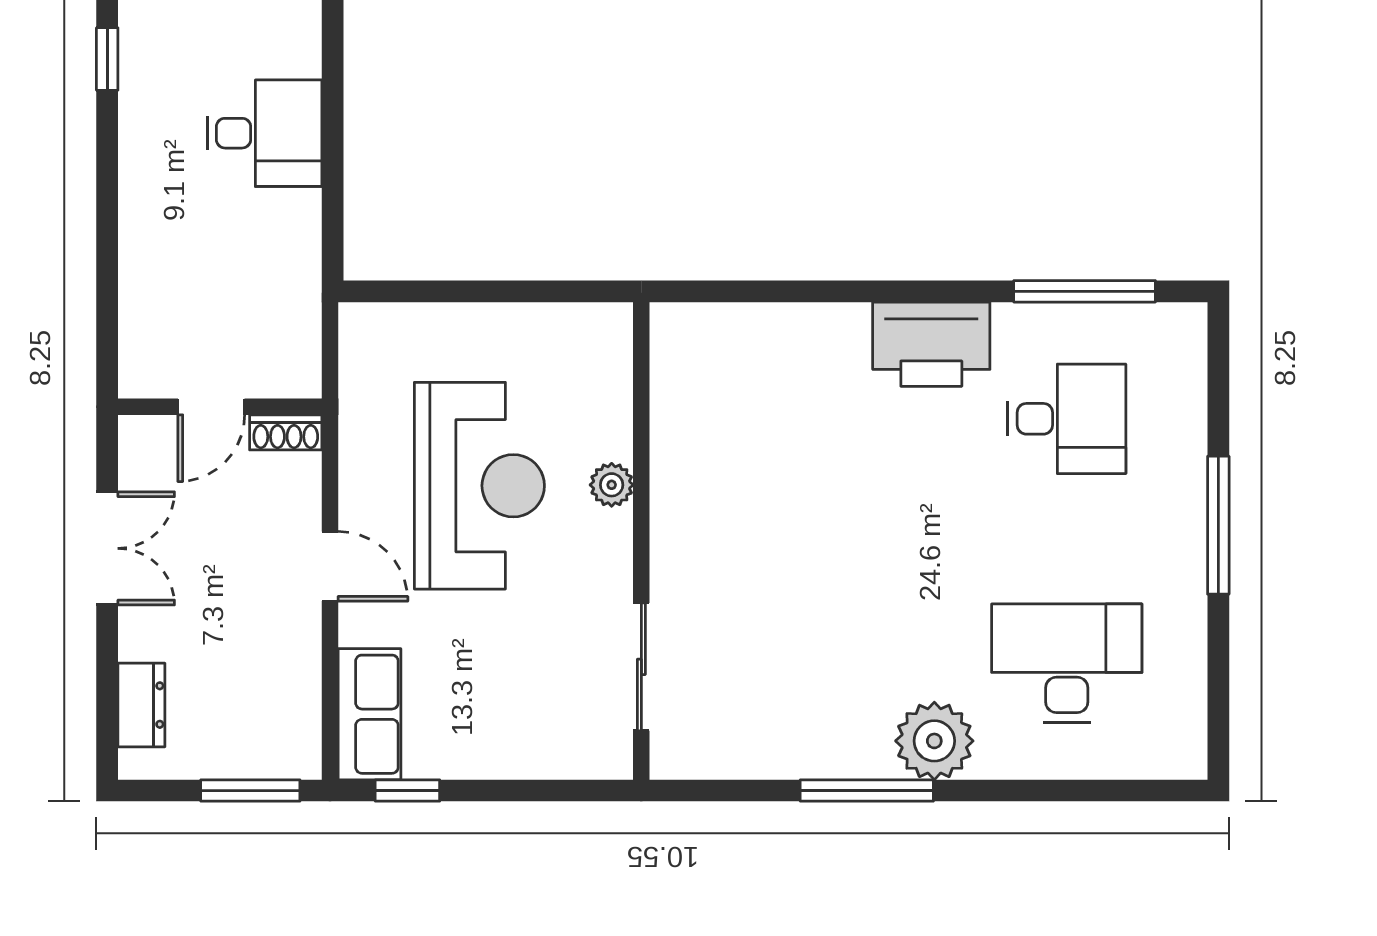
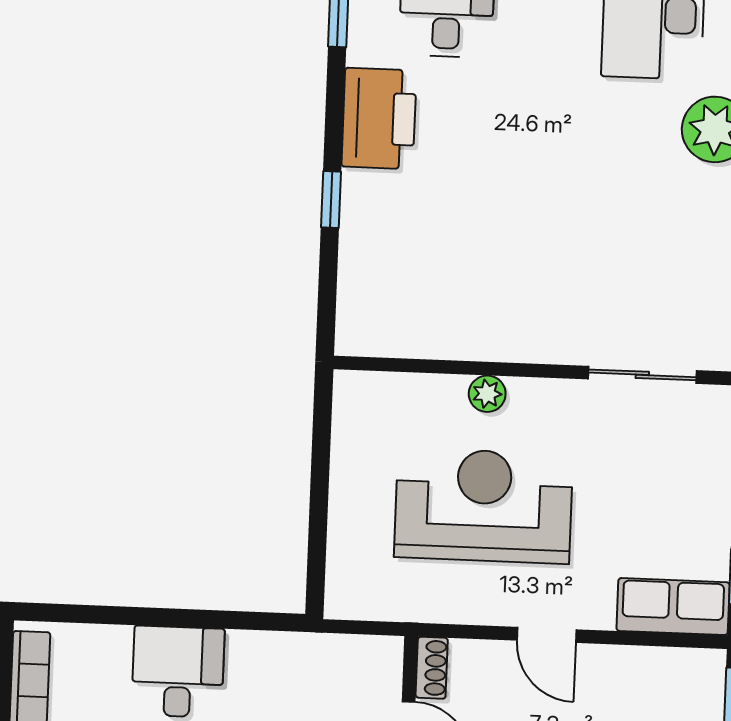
window: (834, 291) -> (331, 199), added
door: (330, 566) -> (547, 635), swing flipped

